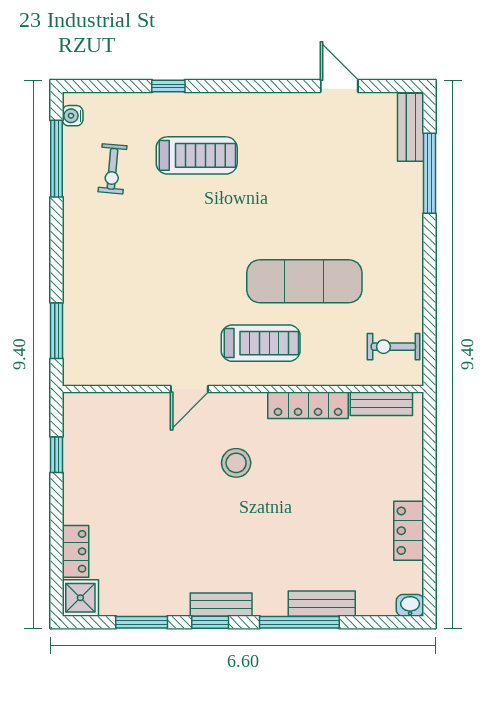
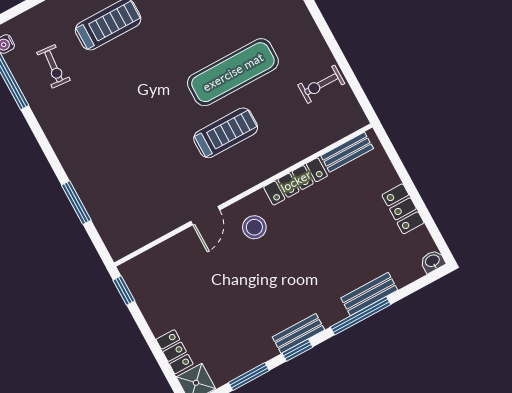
door: (189, 389) -> (205, 216), moved
wall: (243, 389) -> (243, 195), moved
bench: (381, 404) -> (347, 152), moved
locker: (308, 405) -> (296, 181), moved

